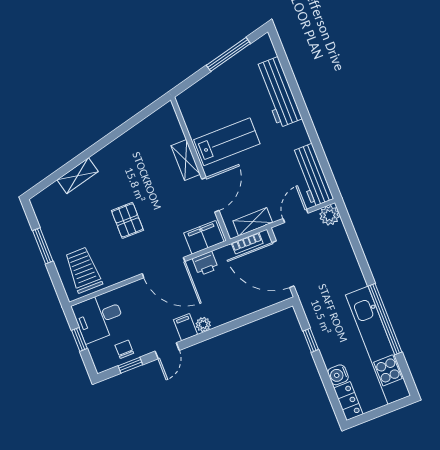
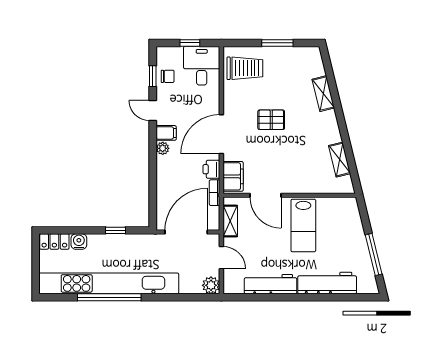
shelving: (186, 160) -> (340, 160), moved, turned 76
workbench: (312, 175) -> (271, 284), moved
bookcase: (247, 243) -> (215, 193), moved
kitchen unit: (378, 345) -> (109, 283), width x1.36

